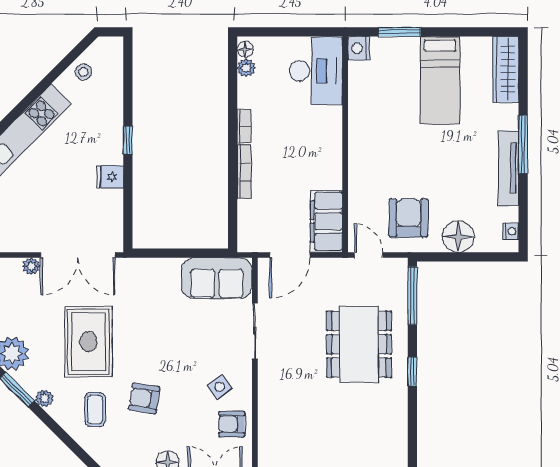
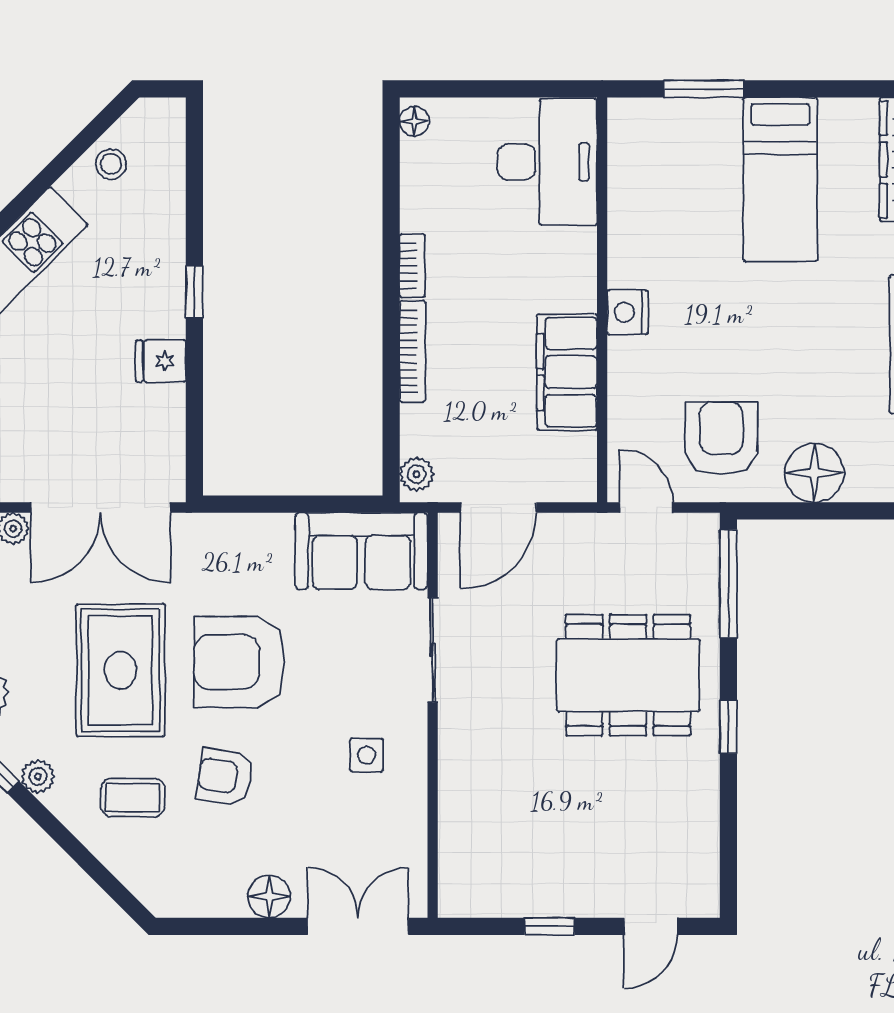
nightstand: (359, 48) -> (628, 312), moved
plant: (246, 68) -> (417, 474), moved
filing cabinet: (326, 221) -> (567, 372), moved
dining table: (359, 344) -> (628, 675), turned 90
side table: (220, 387) -> (367, 755), turned 38
coffee table: (95, 410) -> (133, 798), turned 90
armchair: (232, 424) -> (239, 662), moved, width x1.88, depth x1.88

